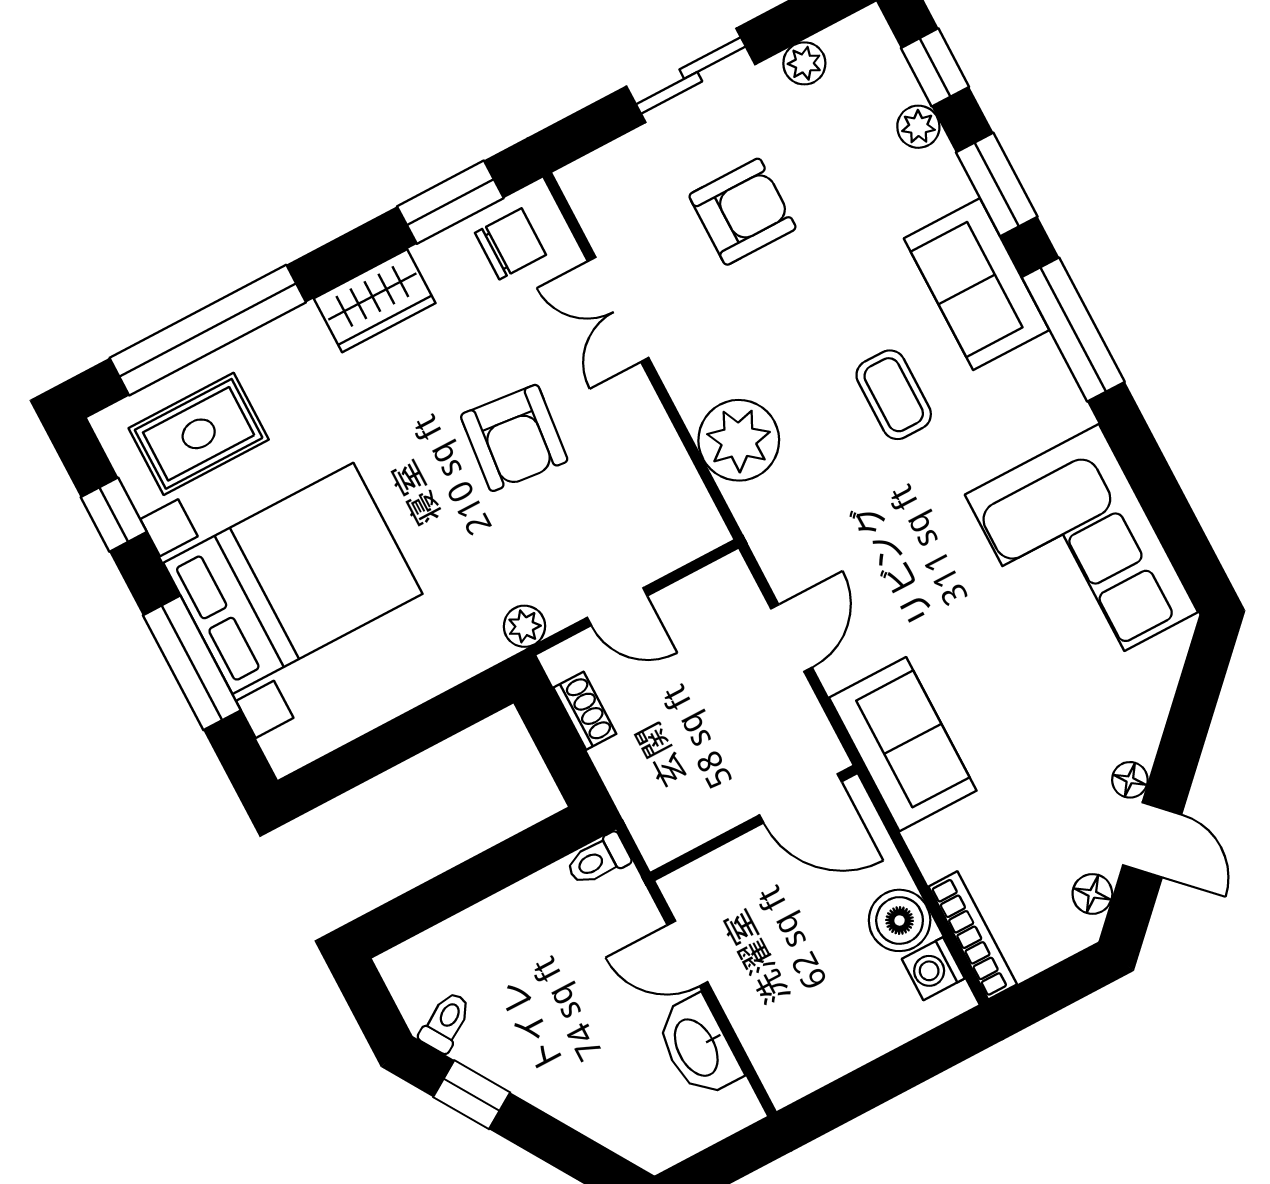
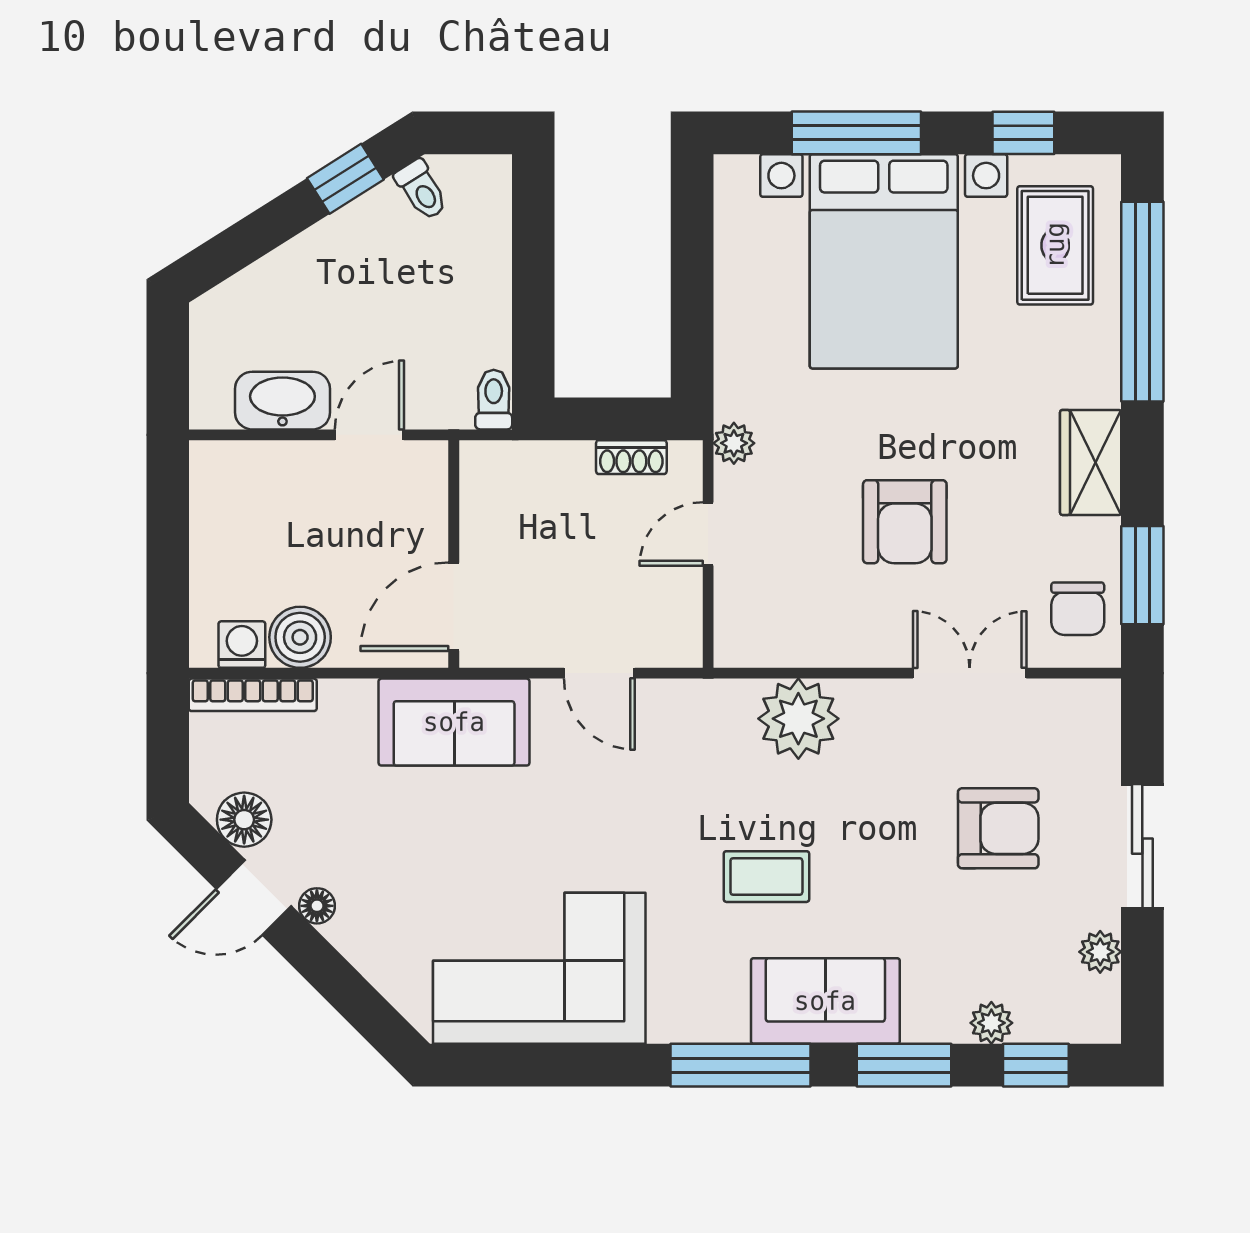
armchair: (742, 212) -> (998, 828), turned -90
armchair: (514, 438) -> (905, 522), turned -96
floor lamp: (1092, 894) -> (244, 820), width x1.37, depth x1.37

